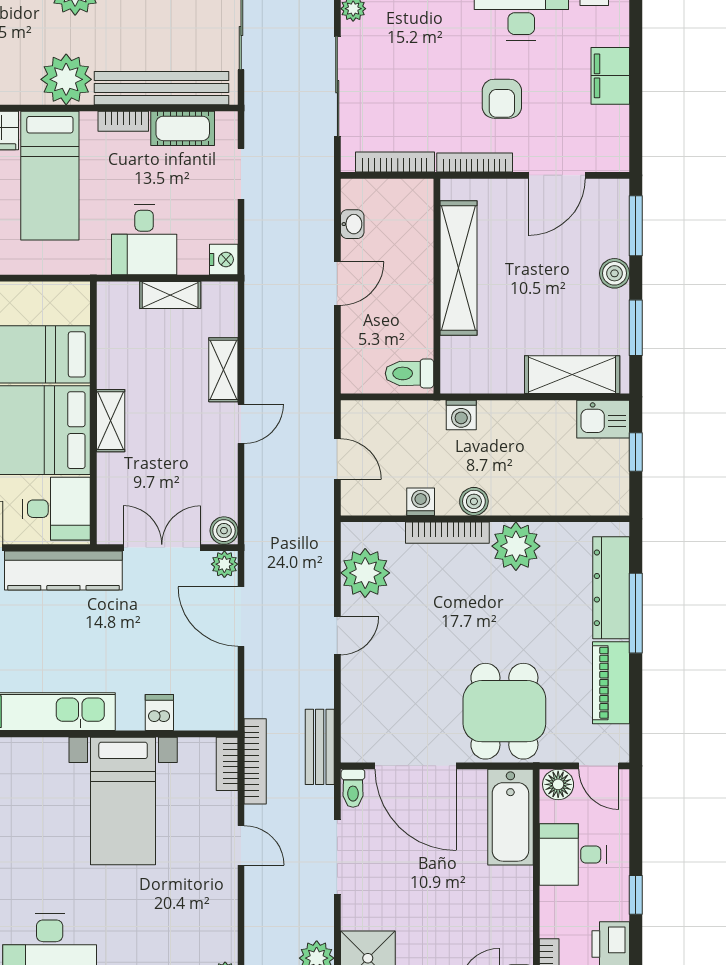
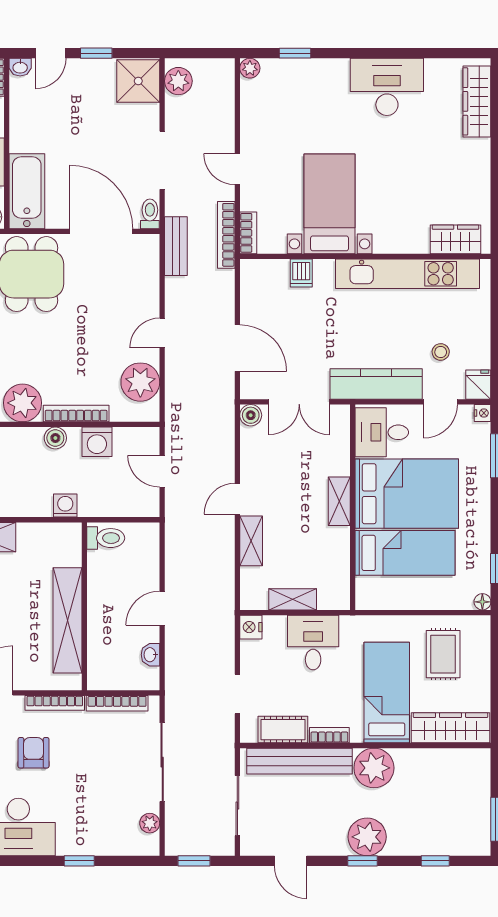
washing machine: (421, 502) -> (97, 442), width x1.38, depth x1.38
plant: (224, 564) -> (250, 389), removed

